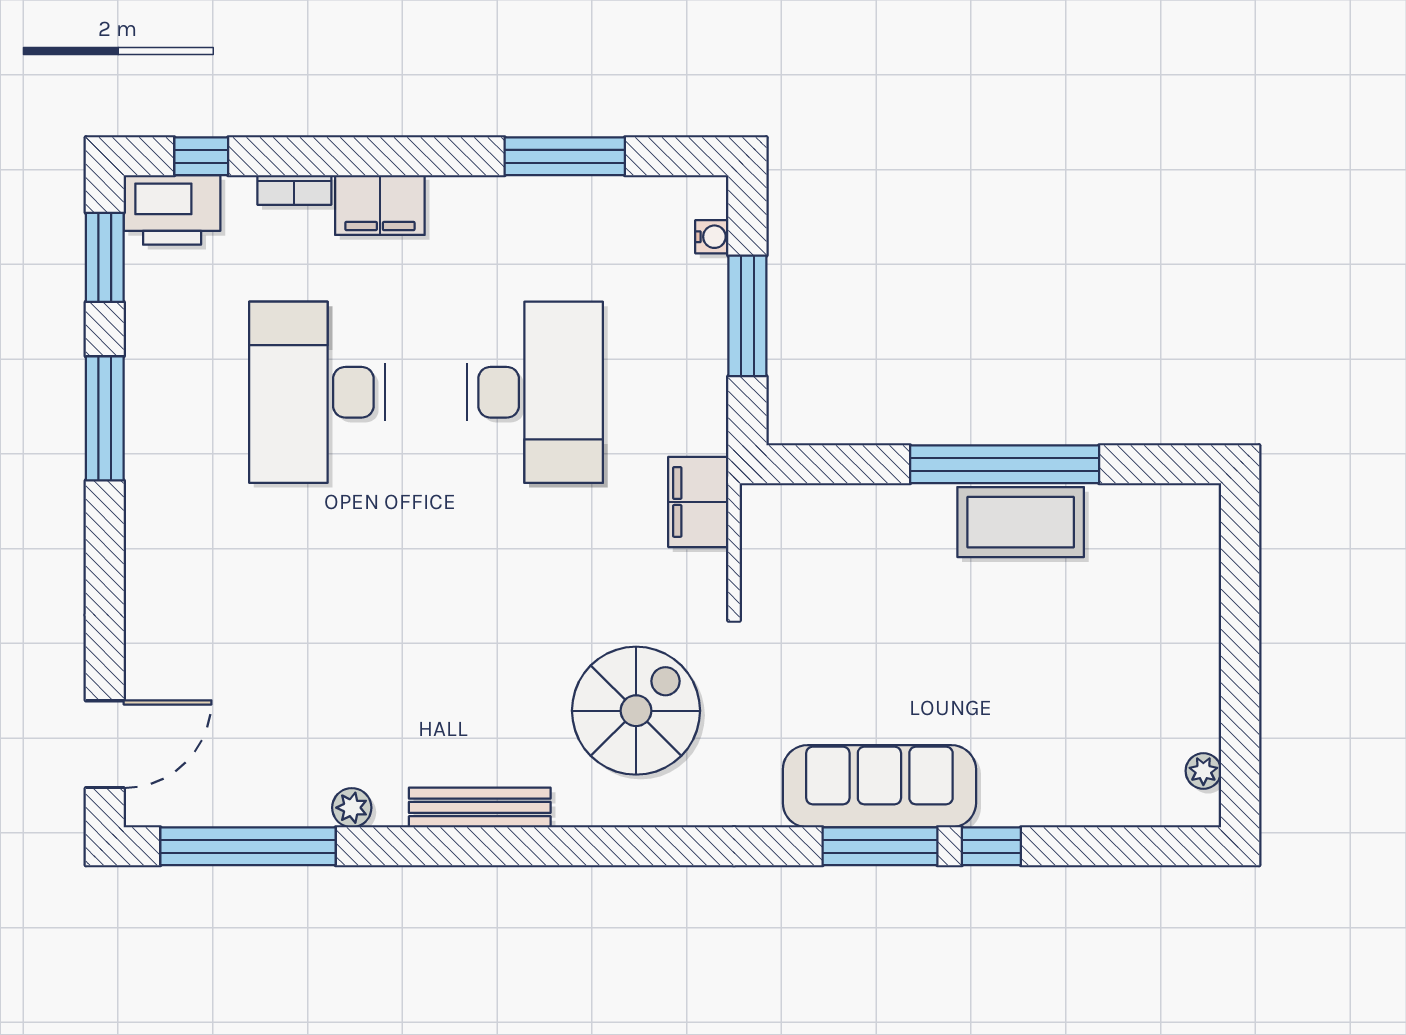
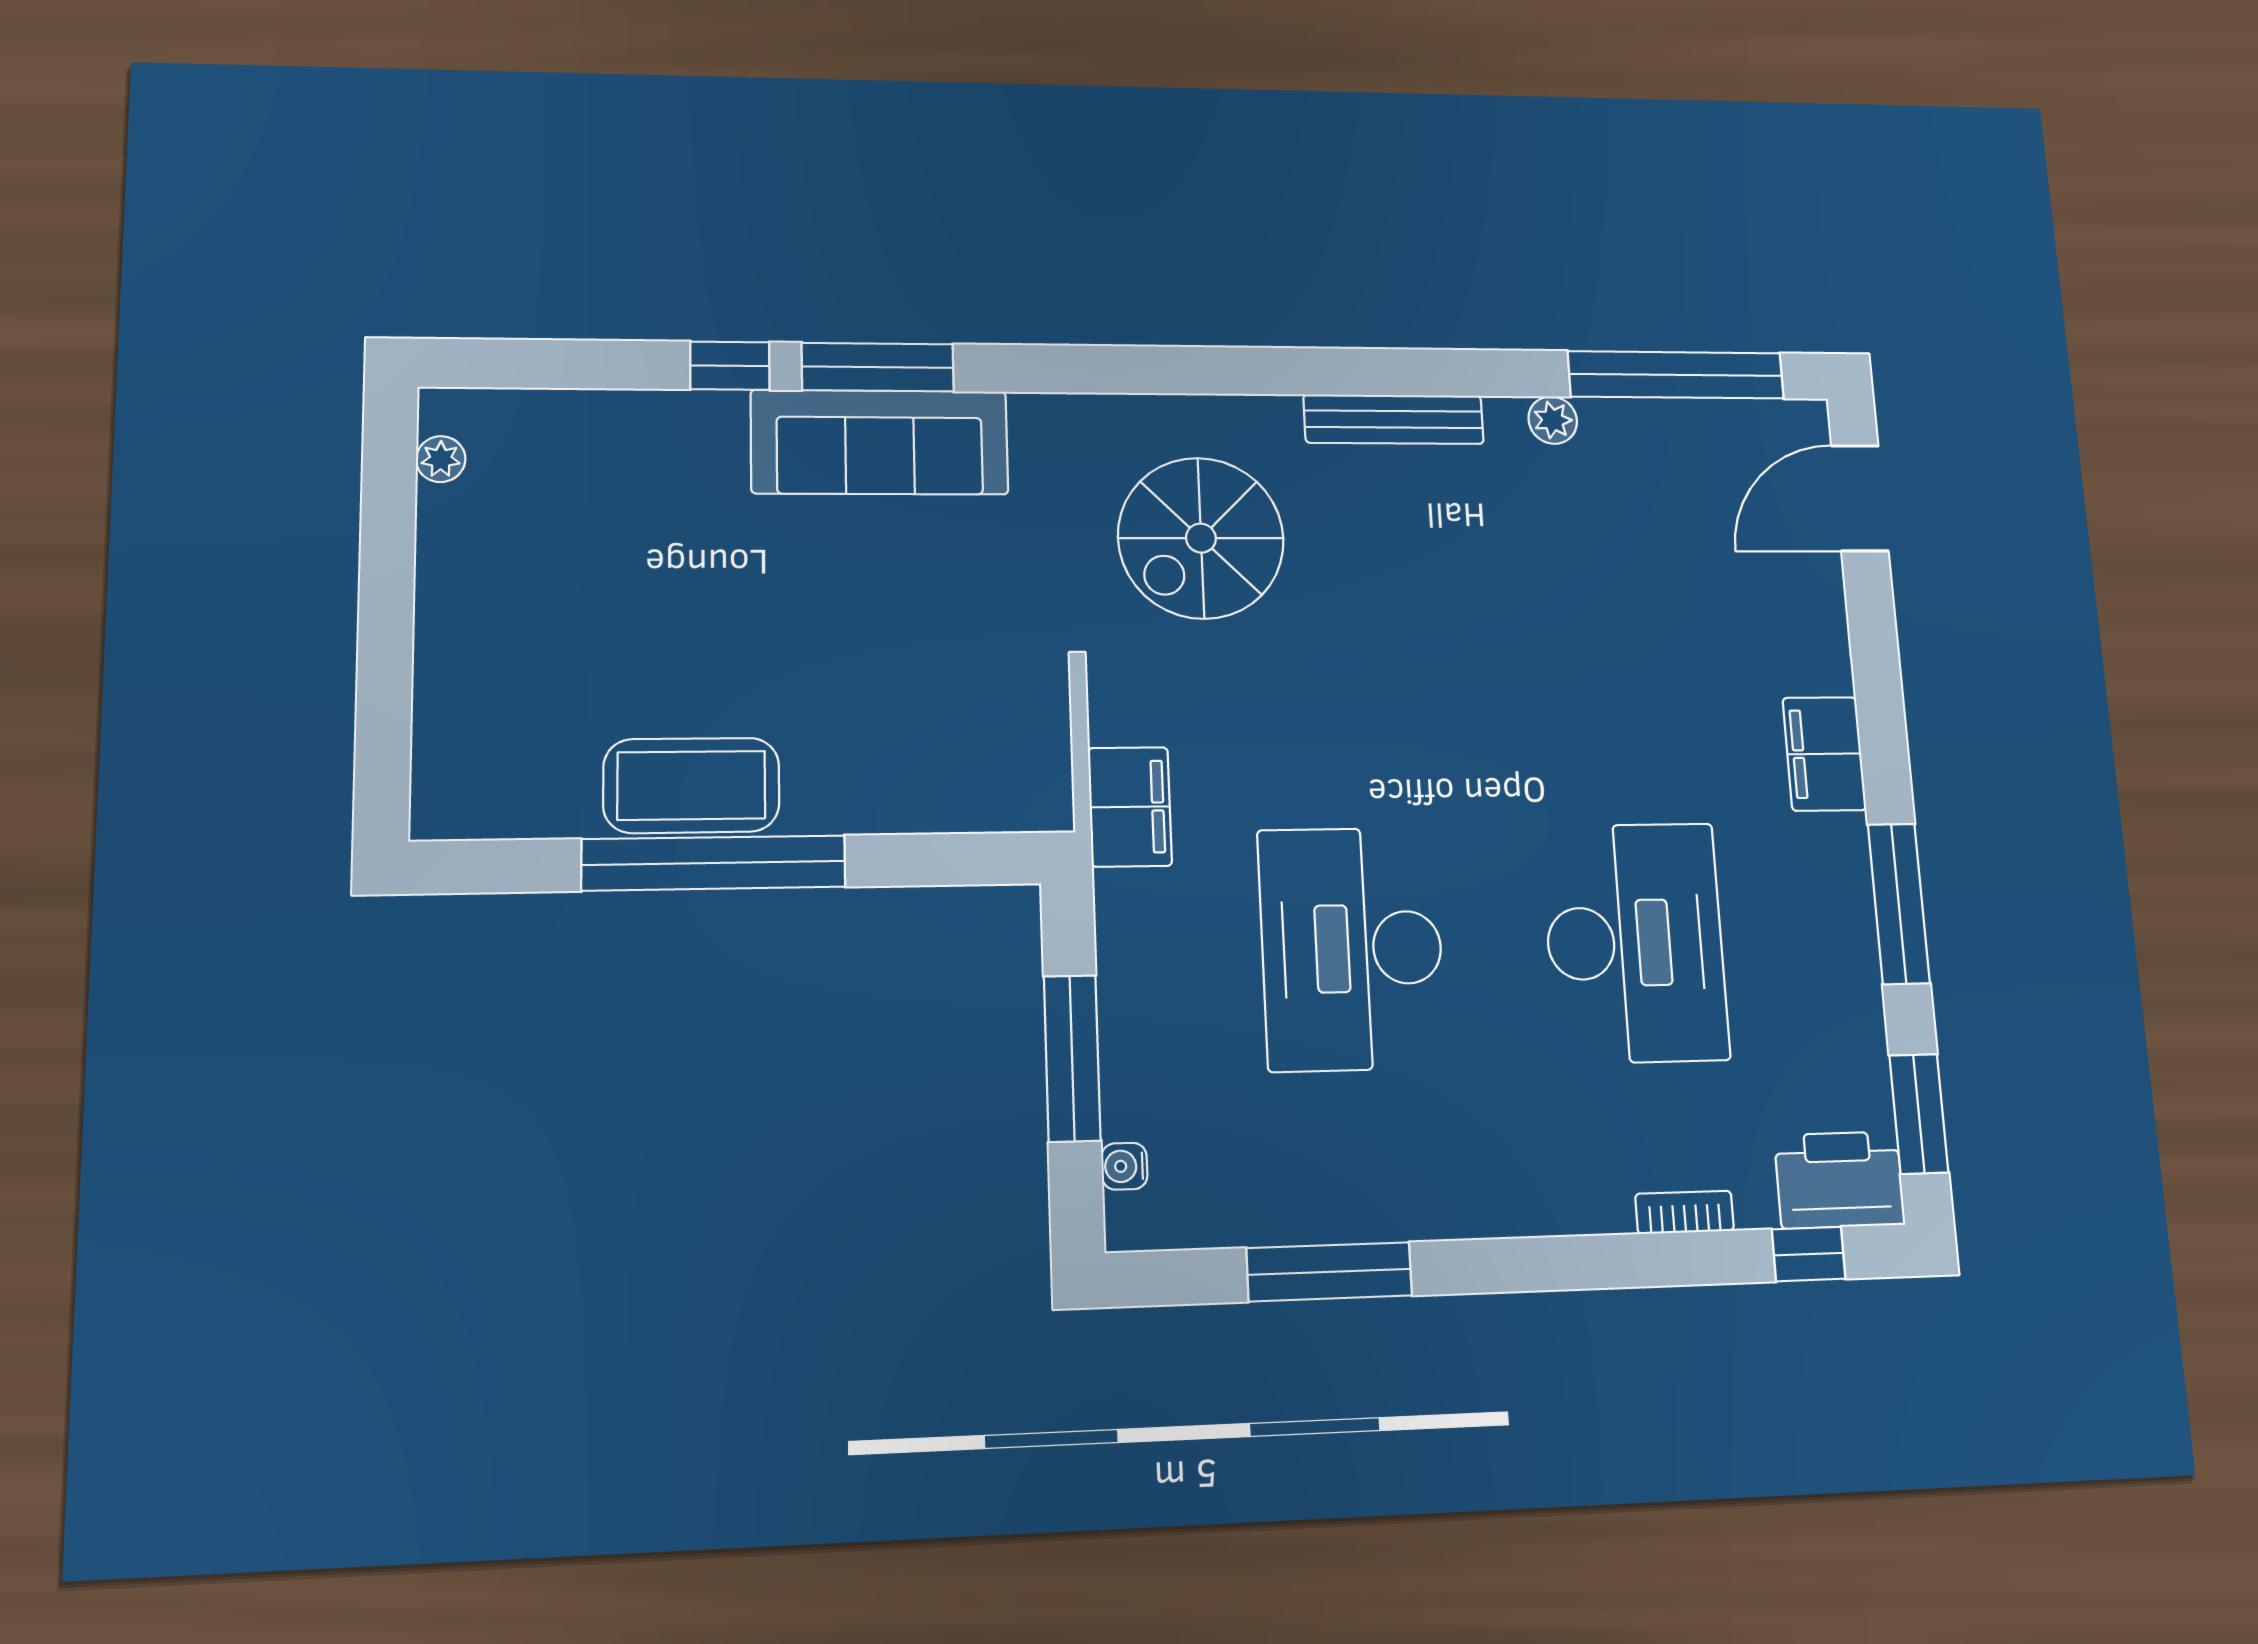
filing cabinet: (380, 205) -> (1824, 754), moved, turned -90

